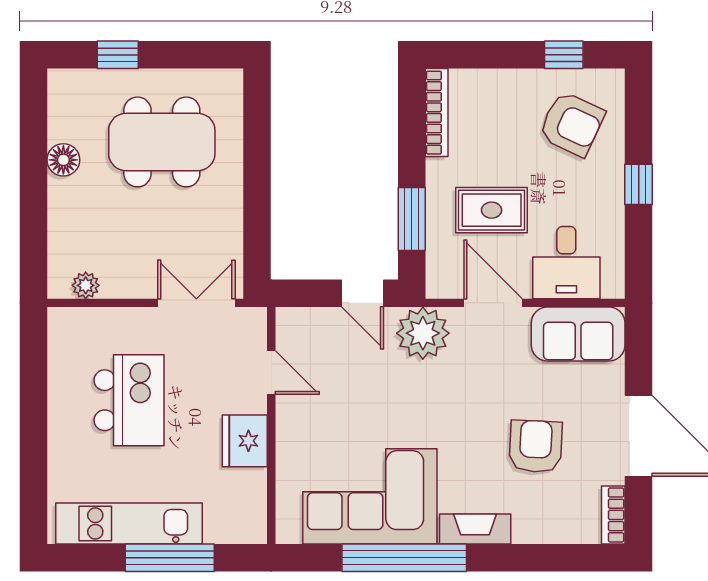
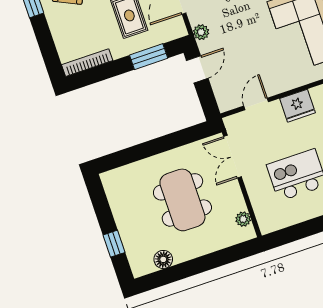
dining table: (162, 142) -> (182, 200), moved
floor lamp: (63, 160) -> (163, 259), moved
plant: (423, 333) -> (201, 32), width x0.53, depth x0.53

